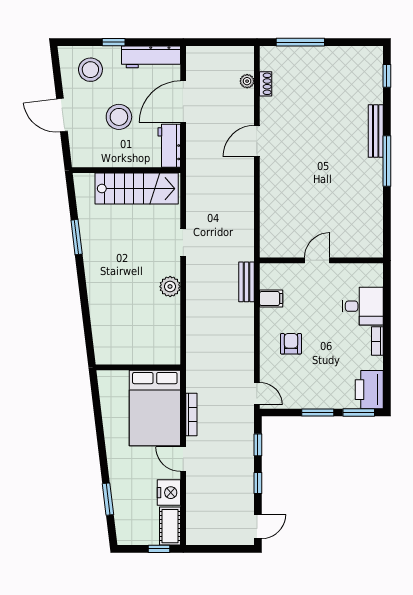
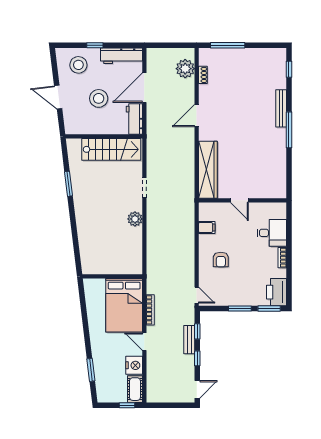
plant: (247, 81) -> (185, 69), width x1.88, depth x1.88
wardrobe: (273, 217) -> (208, 170), added
door: (317, 260) -> (239, 200), swing flipped
bench: (246, 282) -> (189, 340), moved
armchair: (291, 344) -> (221, 260), turned 180

